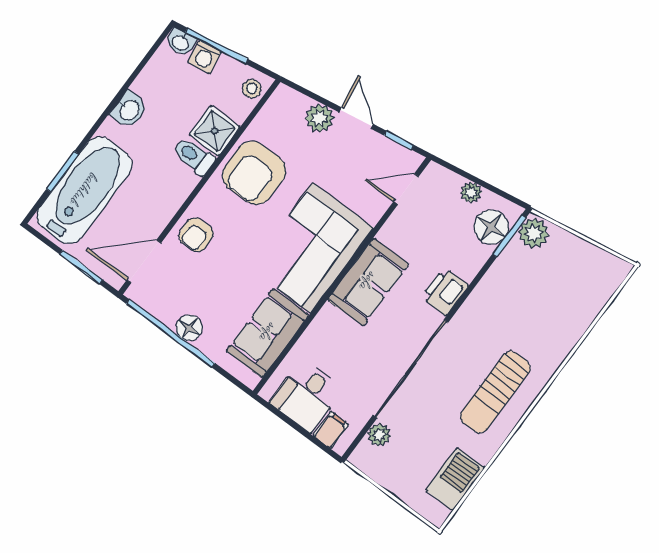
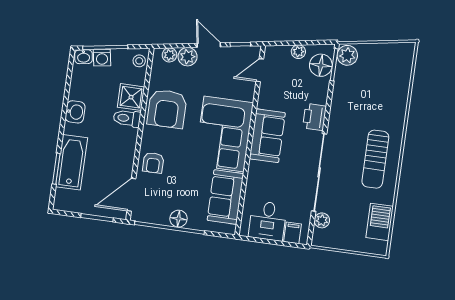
plant: (297, 103) -> (169, 55), added
bathtub: (84, 190) -> (72, 162), width x0.73, depth x0.73

